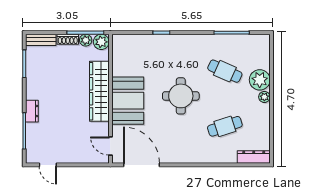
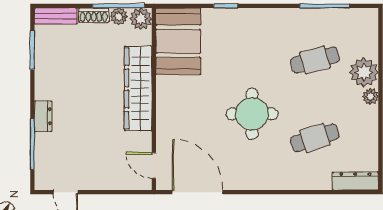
cafe table: (225, 71) -> (315, 60), turned -39
round table: (181, 96) -> (252, 114), moved
booth: (128, 101) -> (178, 41), moved

